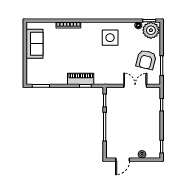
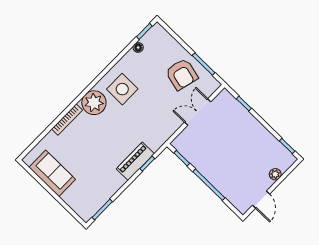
plant: (151, 30) -> (94, 103), moved

